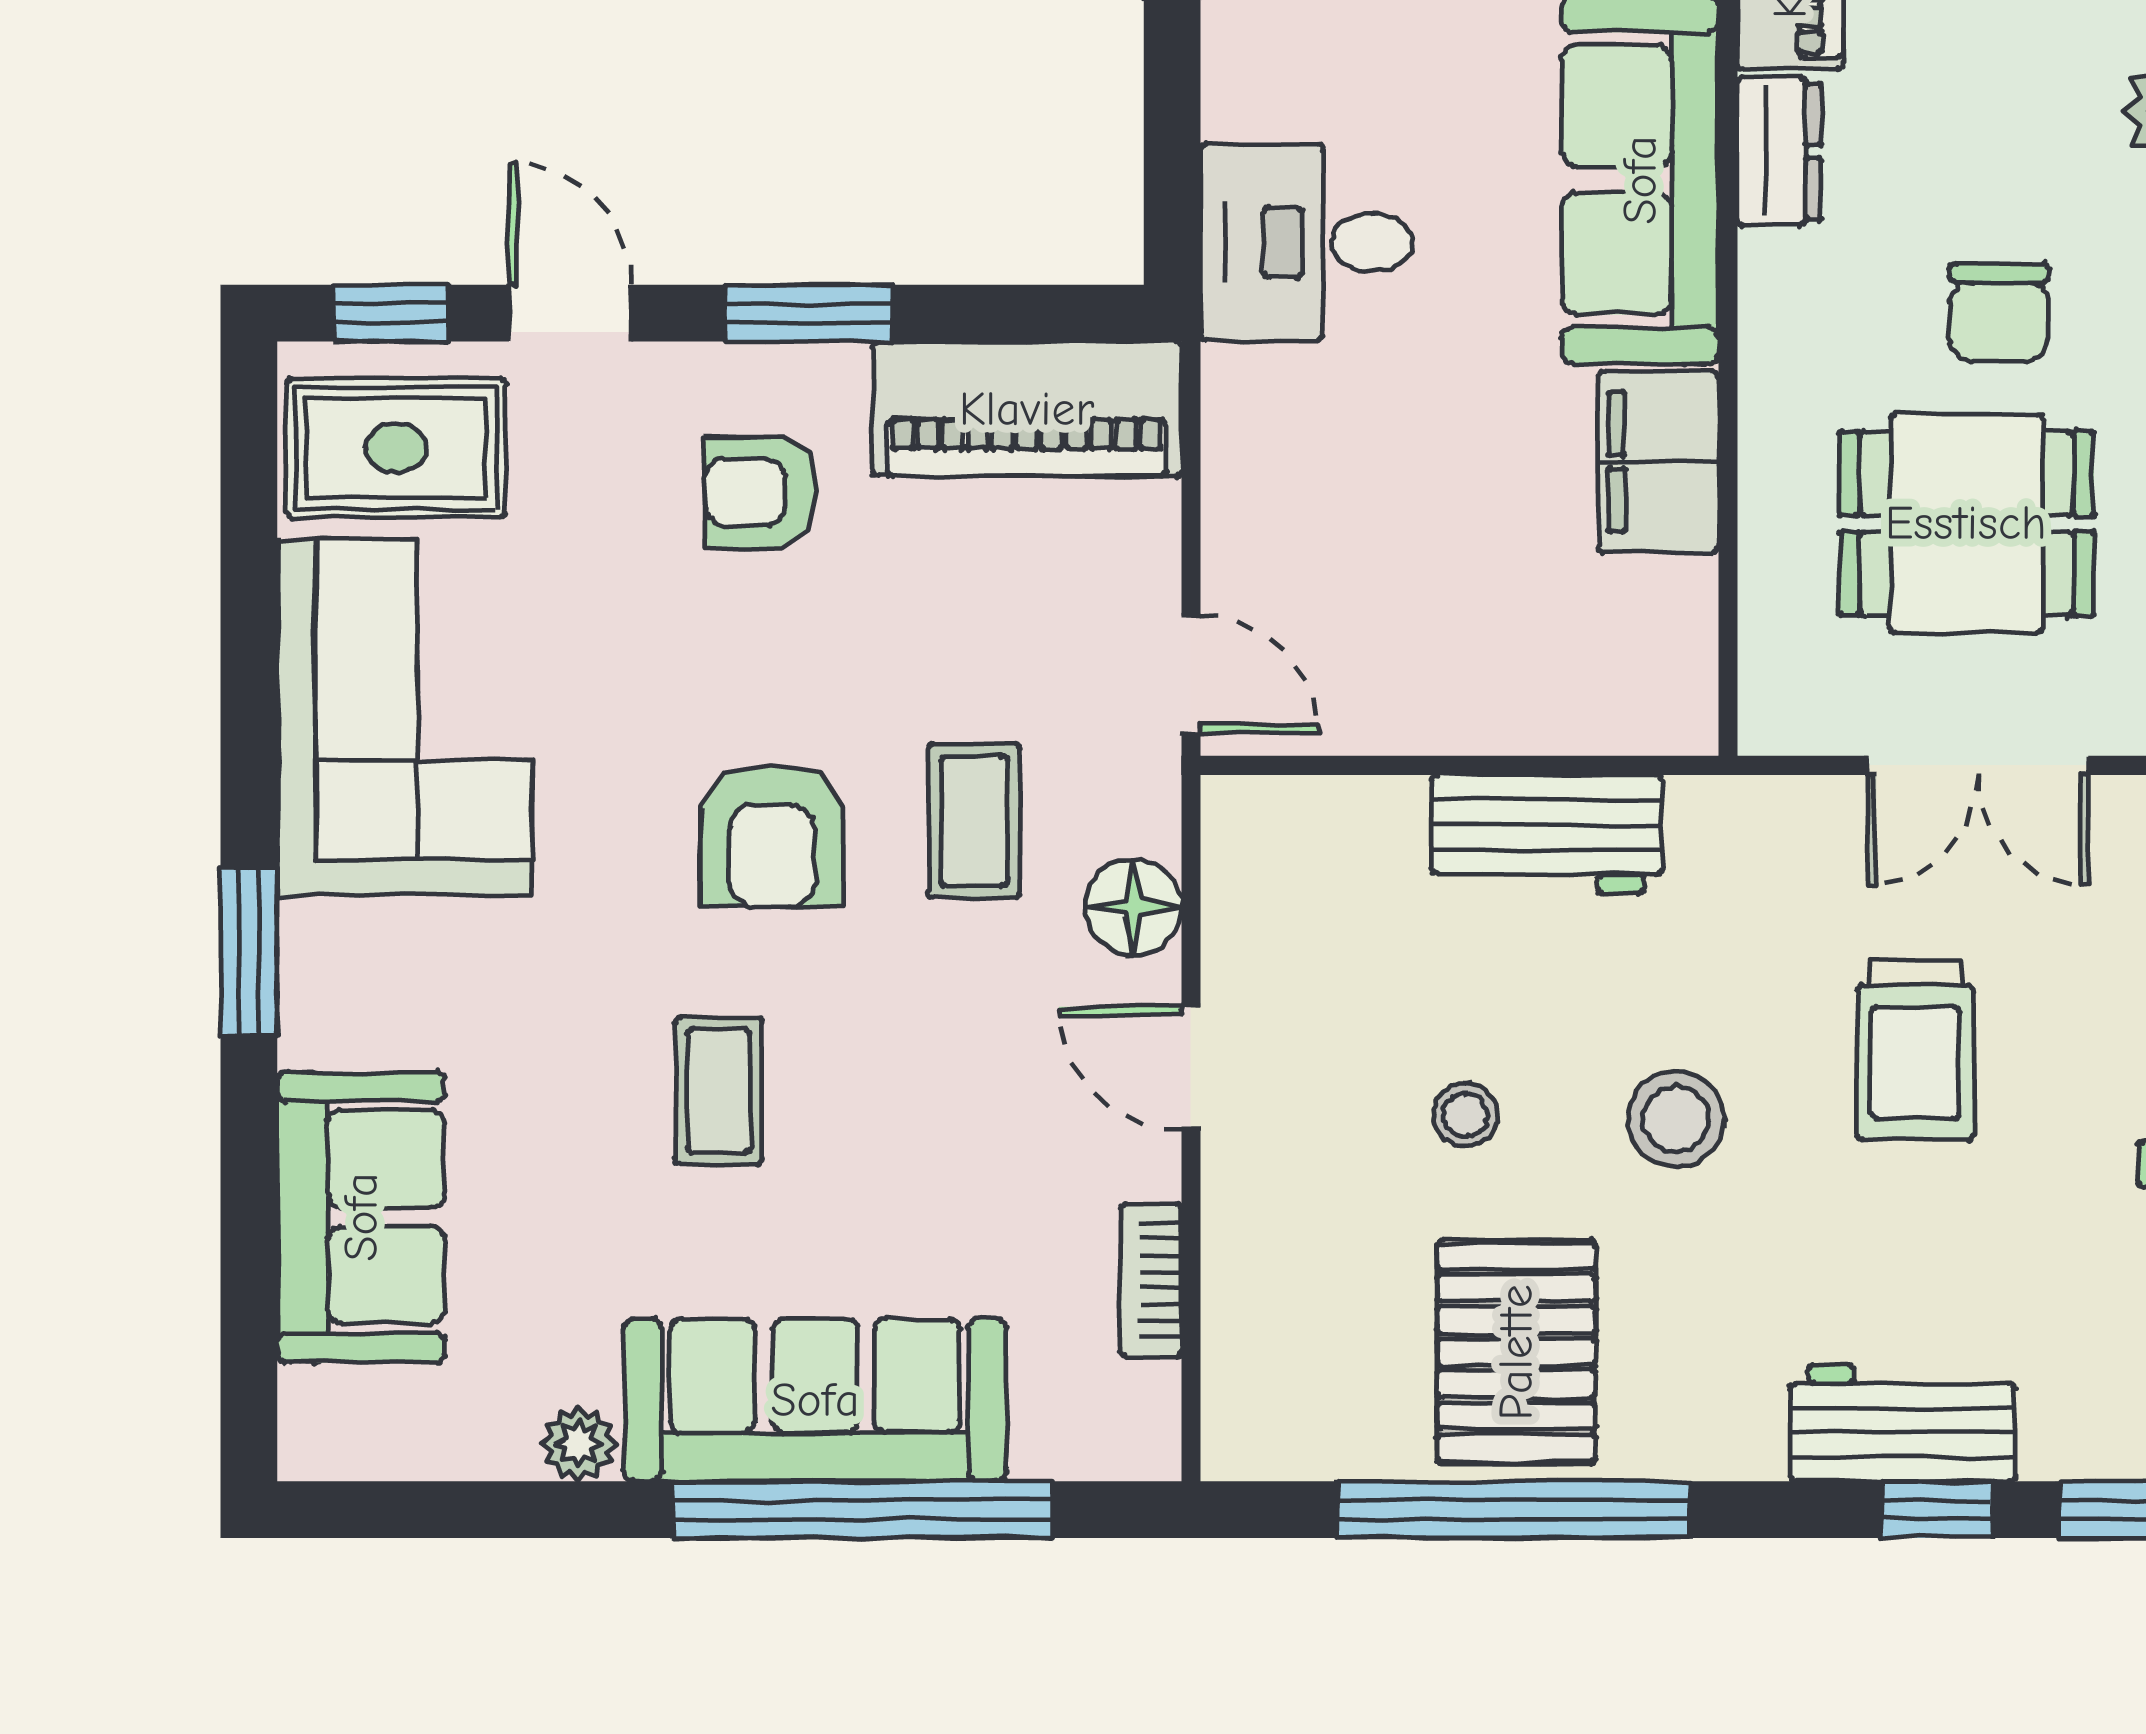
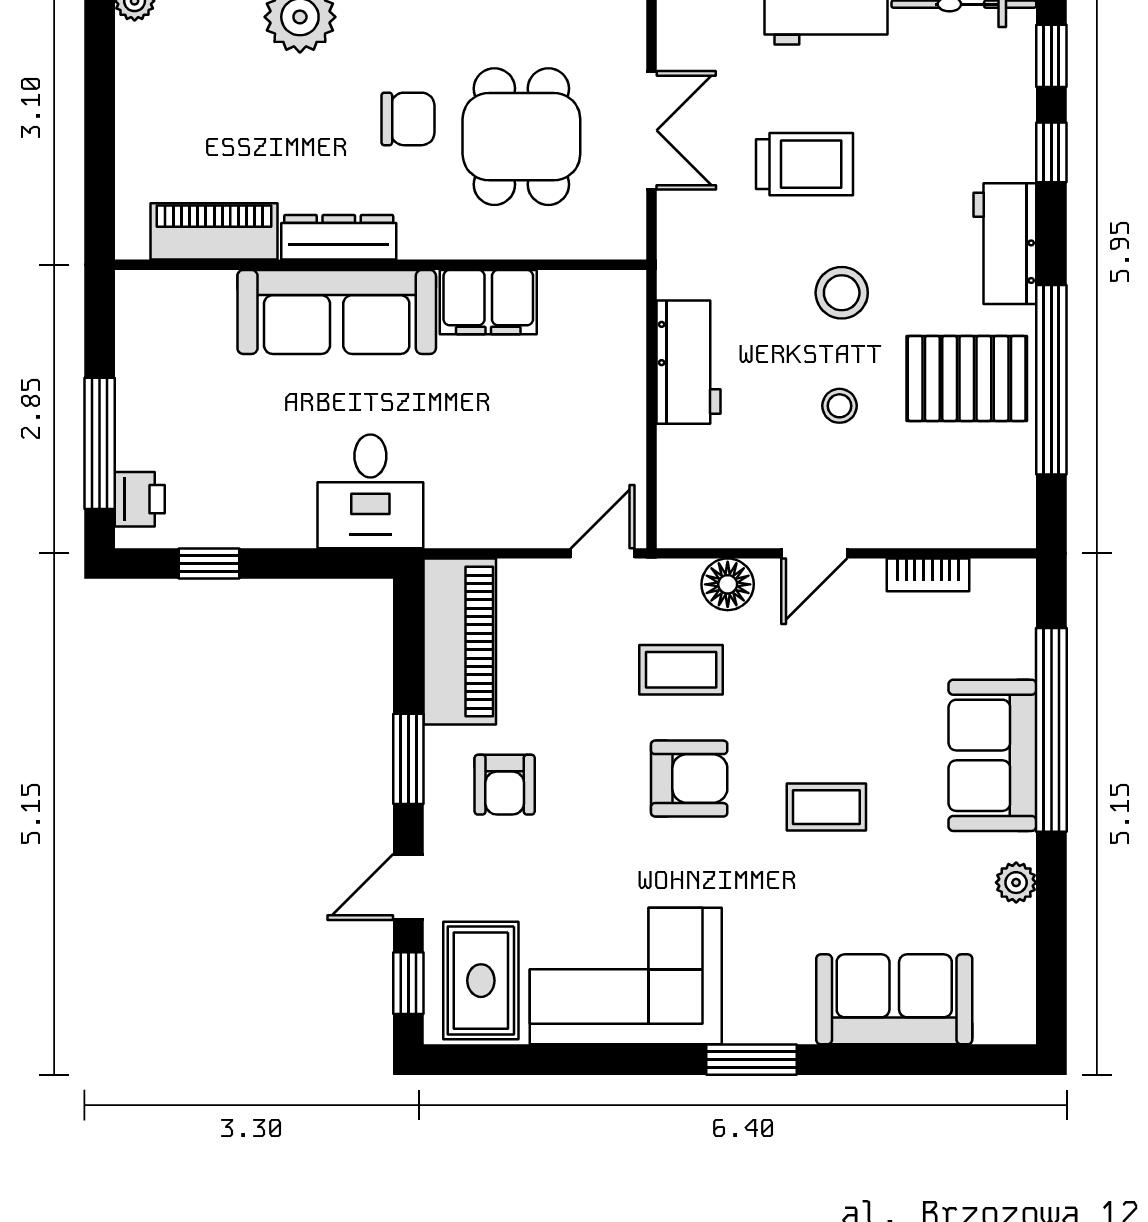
dresser: (1779, 151) -> (339, 237), width x1.44
sofa: (815, 1400) -> (992, 755), width x0.73
workbench: (1903, 1423) -> (1005, 244), moved

